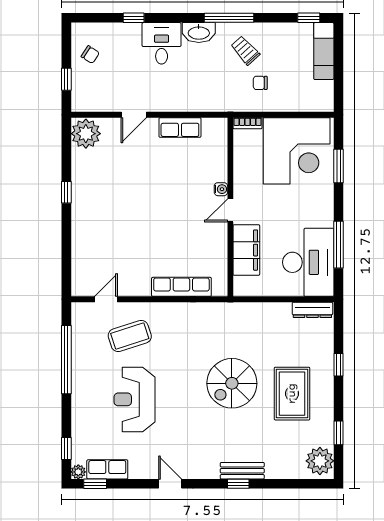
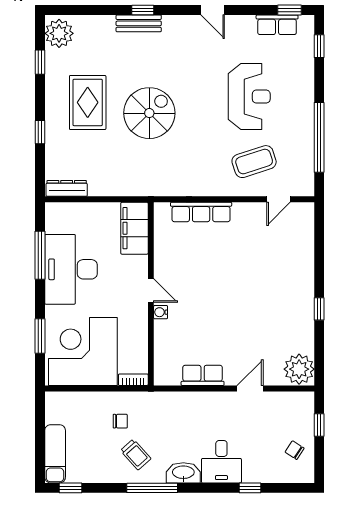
door: (230, 210) -> (151, 290), hinge flipped
filing cabinet: (246, 250) -> (134, 228), moved
desk: (308, 262) -> (71, 269), moved
plant: (78, 472) -> (307, 22), removed

